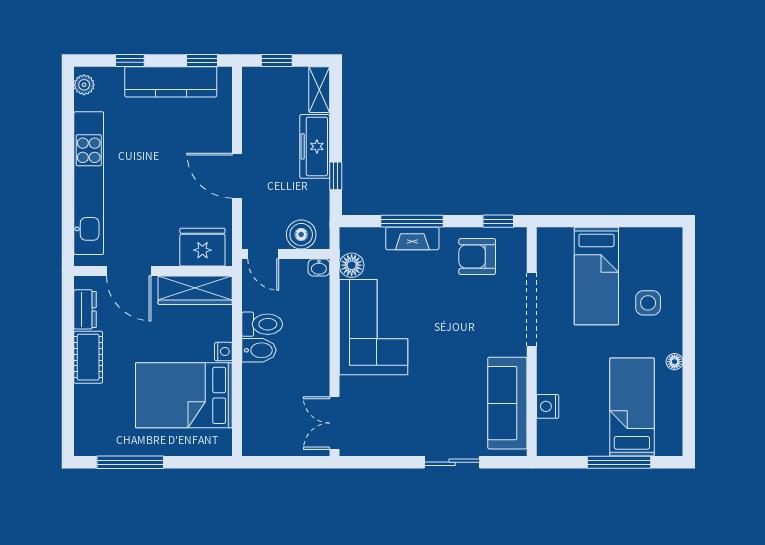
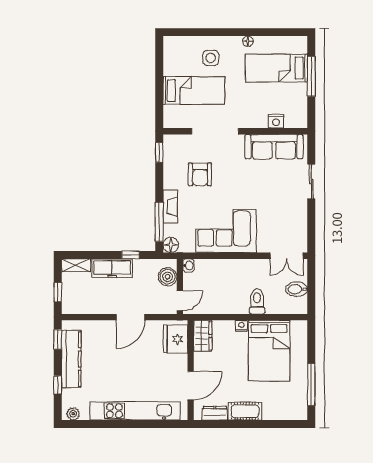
window: (412, 221) -> (159, 222), moved
armchair: (477, 257) -> (200, 174), moved
floor lamp: (352, 265) -> (171, 245), moved
wardrobe: (195, 290) -> (203, 336), width x0.67
toilet: (262, 324) -> (257, 301), moved
bidet: (259, 350) -> (297, 289), moved, turned -90

